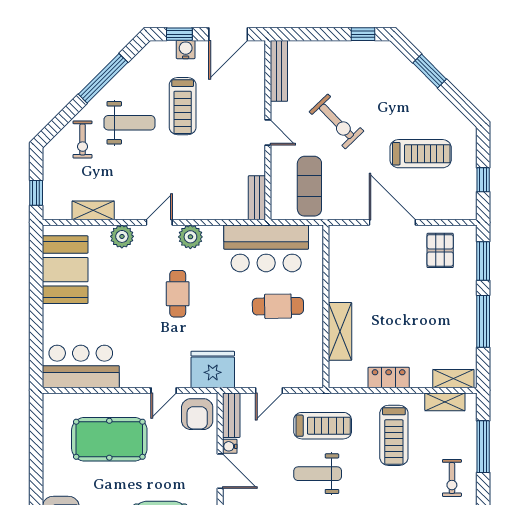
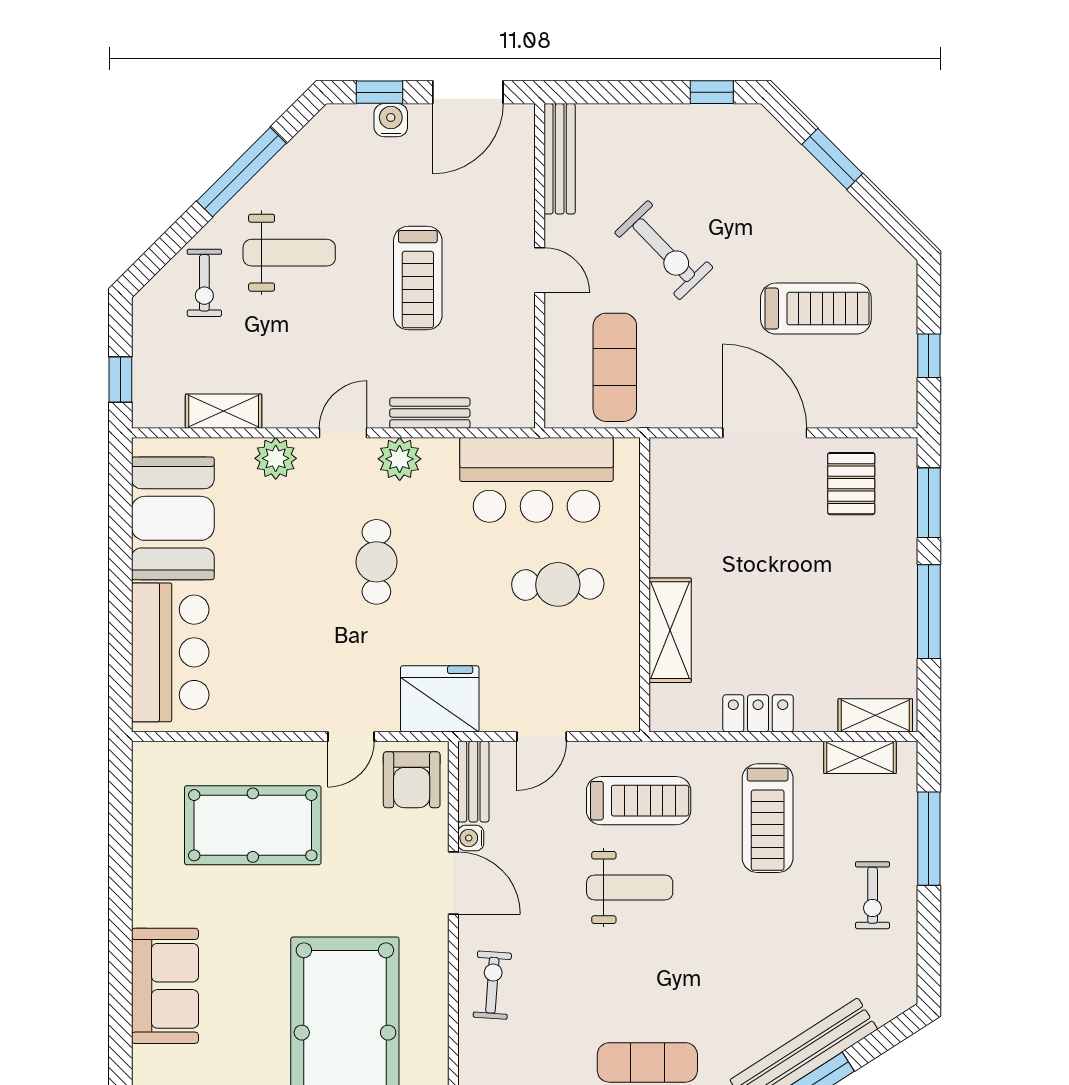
treadmill: (183, 106) -> (418, 278), moved
bench: (257, 198) -> (430, 413), moved, turned 90
bar counter: (81, 366) -> (170, 652), moved, turned 90
weight bench: (318, 474) -> (630, 887), turned 180

